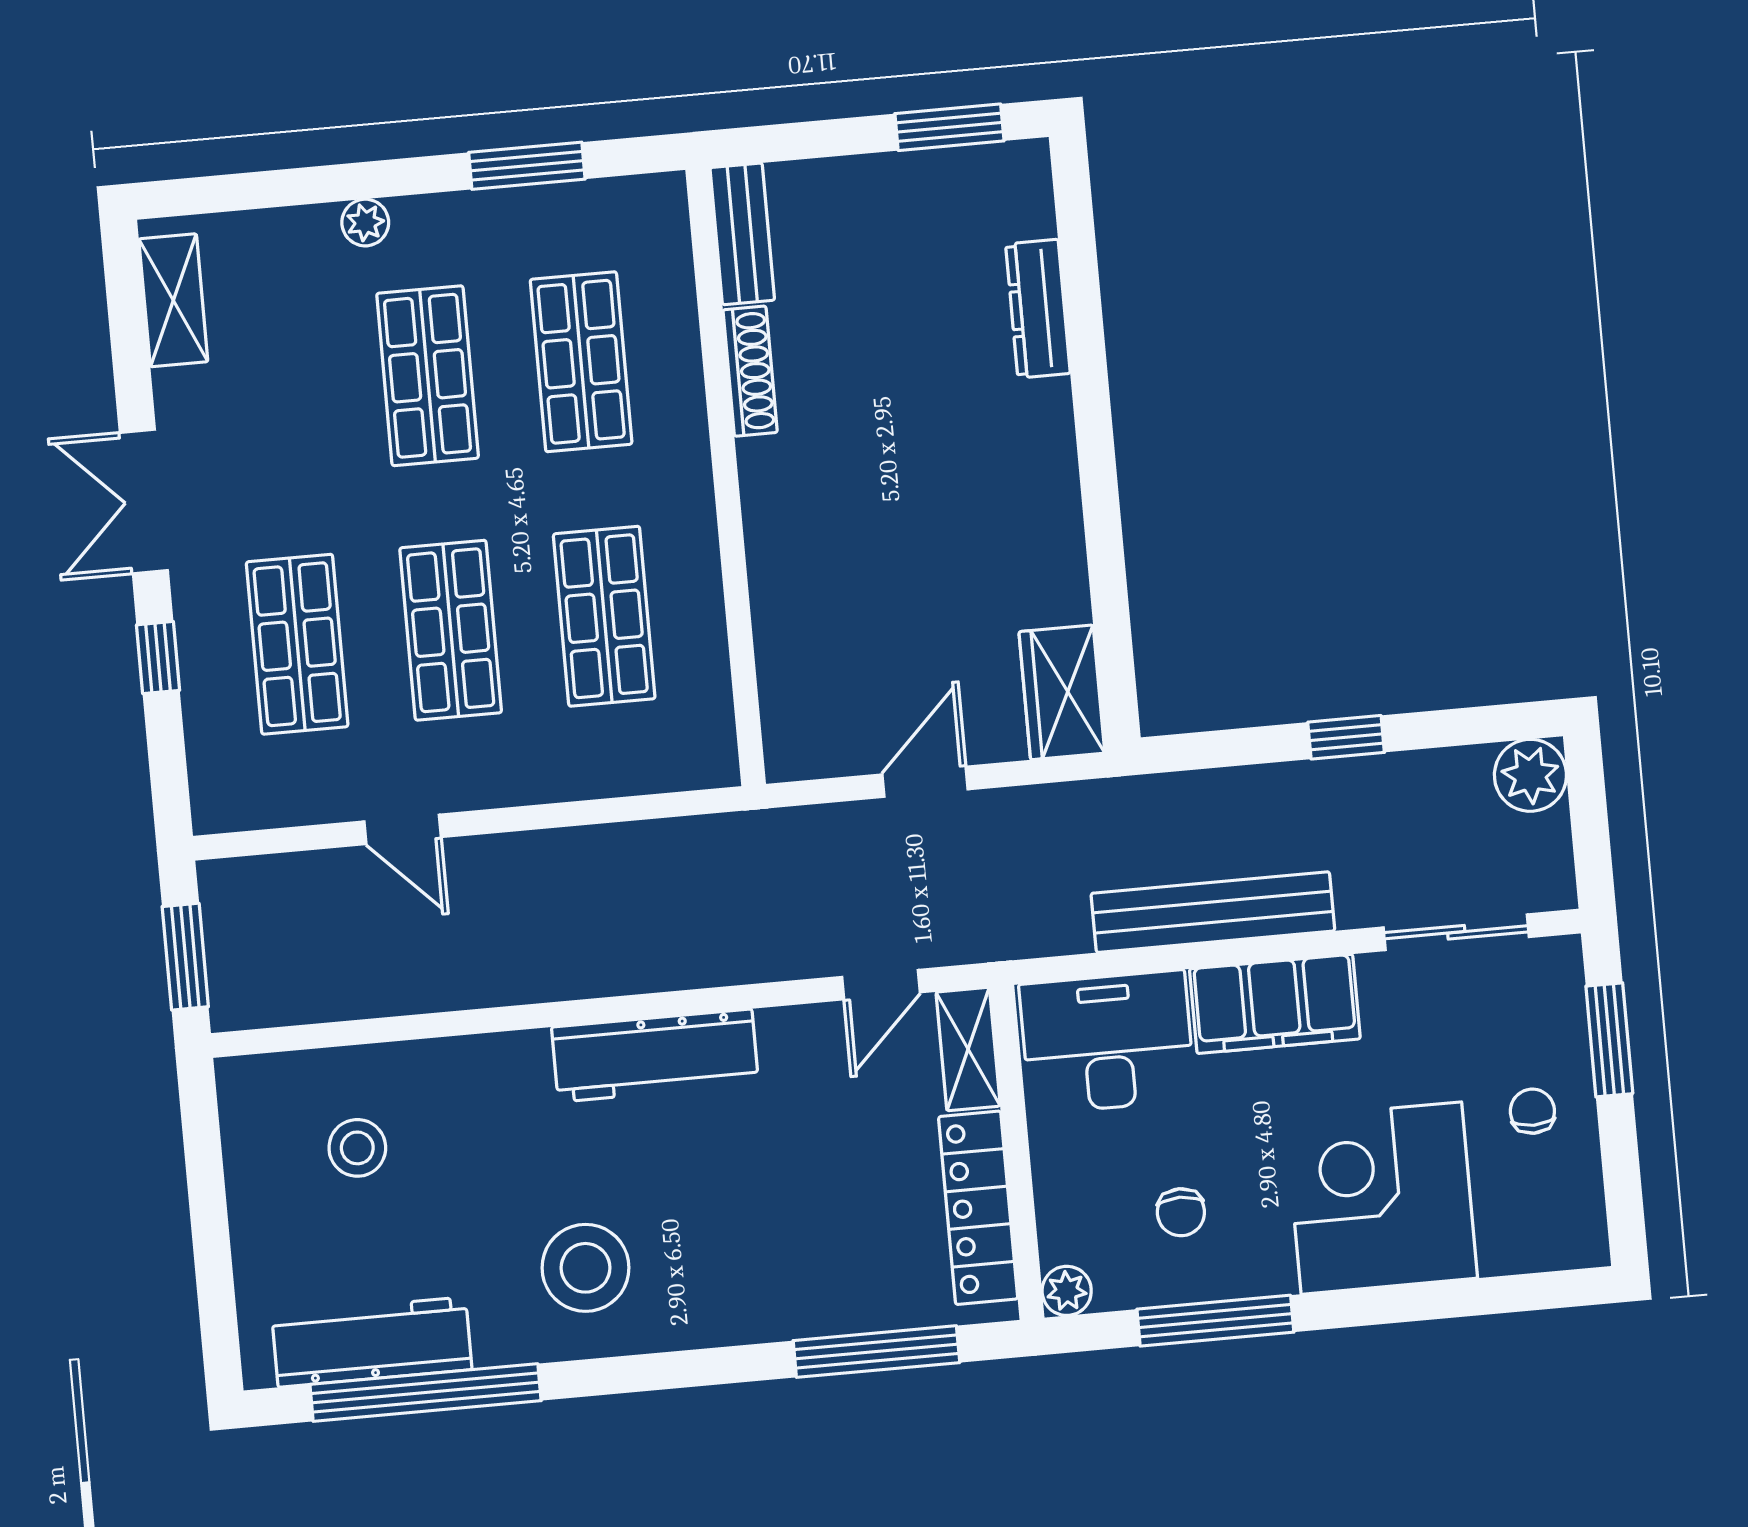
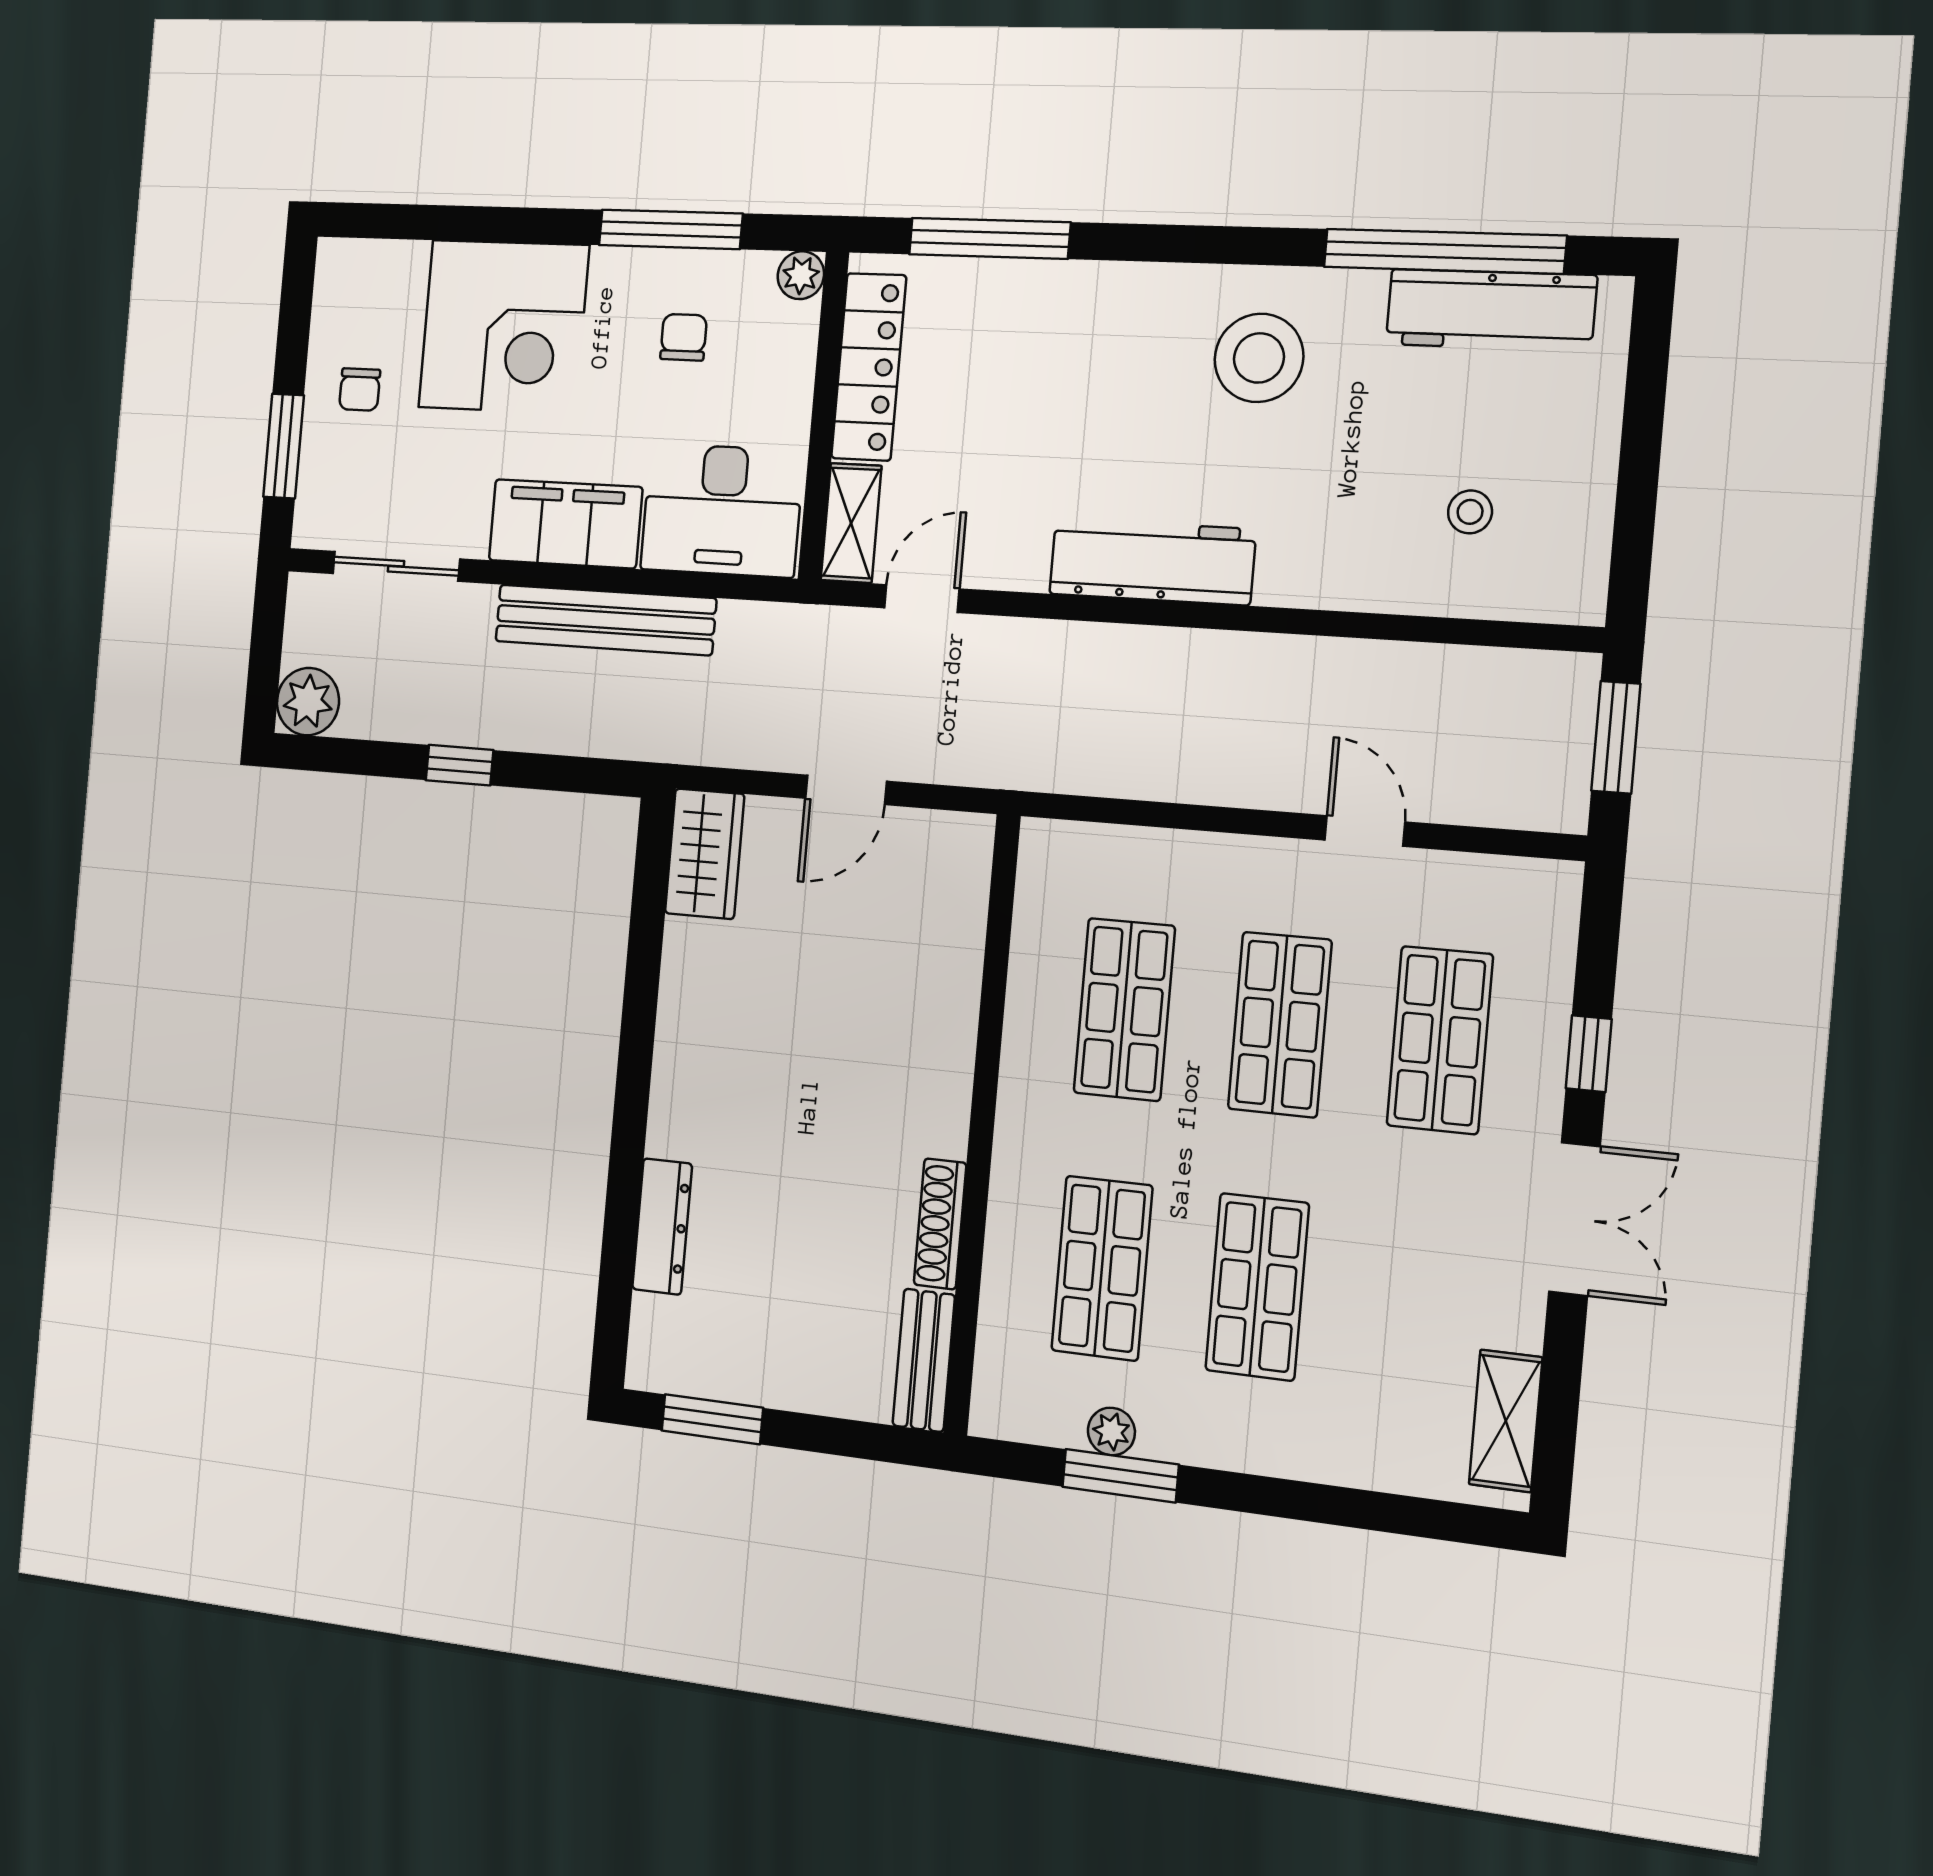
plant: (365, 223) -> (1111, 1431), moved
stool: (357, 1148) -> (1470, 512), width x0.73, depth x0.73

